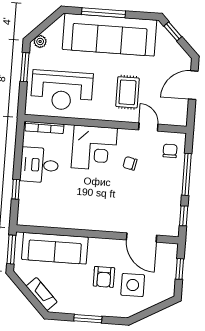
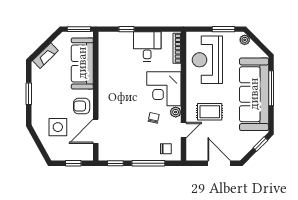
plant: (125, 135) -> (176, 112), added
armchair: (104, 277) -> (82, 106), moved

